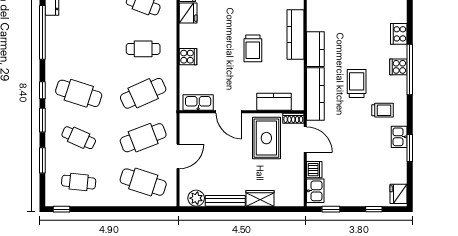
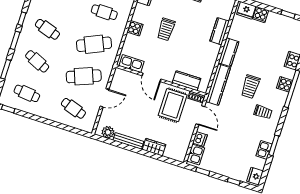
kitchen counter: (295, 35) -> (220, 31), width x0.67
trolley: (253, 48) -> (166, 29), moved
trolley: (357, 83) -> (250, 87), turned 180
cafe table: (79, 93) -> (47, 29), width x0.73, depth x0.74
kitchen sink: (399, 137) -> (264, 150), moved
cafe table: (143, 182) -> (73, 108), width x0.73, depth x0.74

